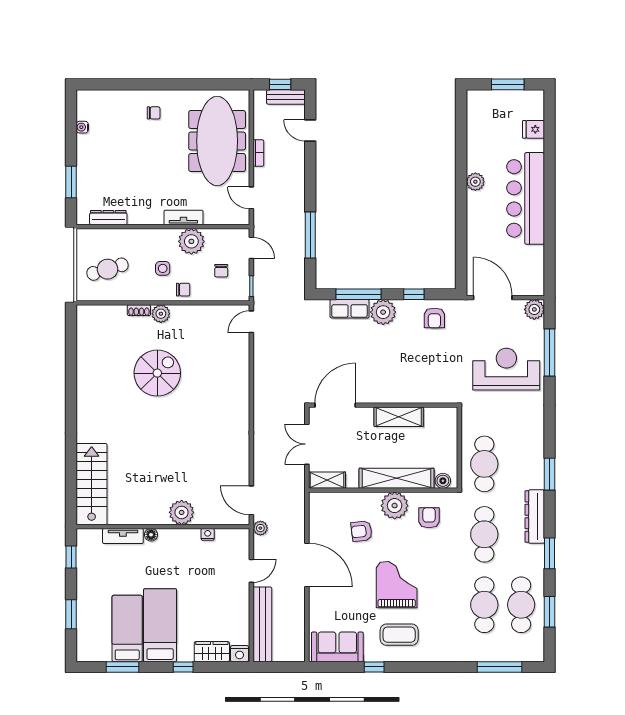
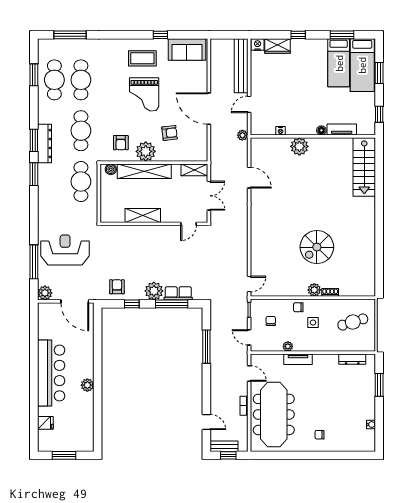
plant: (191, 241) -> (288, 346), width x0.53, depth x0.53
reception desk: (506, 369) -> (65, 250), turned 180
door: (335, 405) -> (189, 224), width x0.53
door: (251, 500) -> (249, 178), moved
window: (550, 553) -> (34, 140), moved
bed: (160, 625) -> (362, 65), moved

